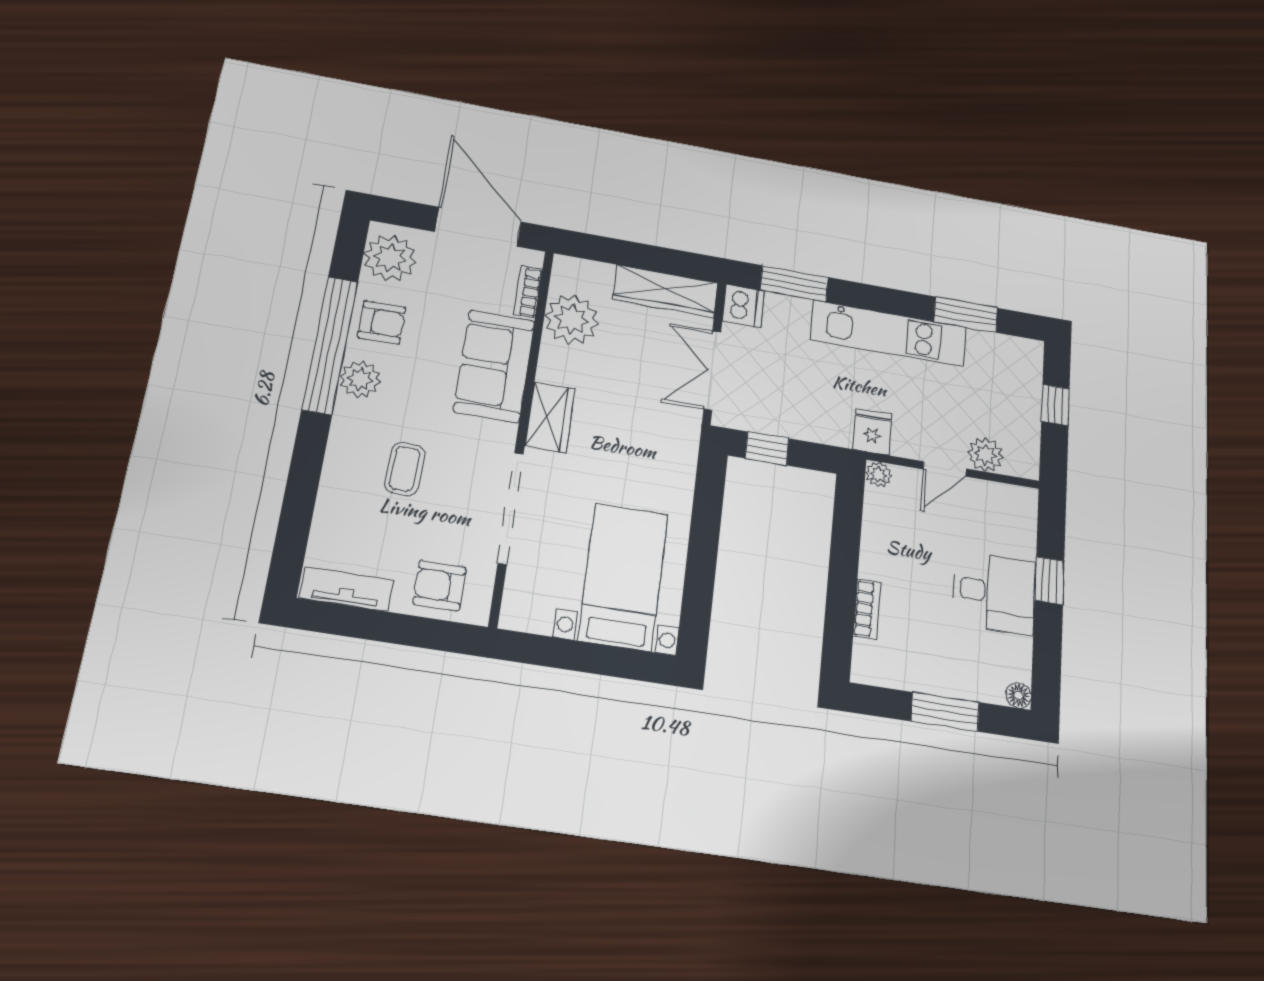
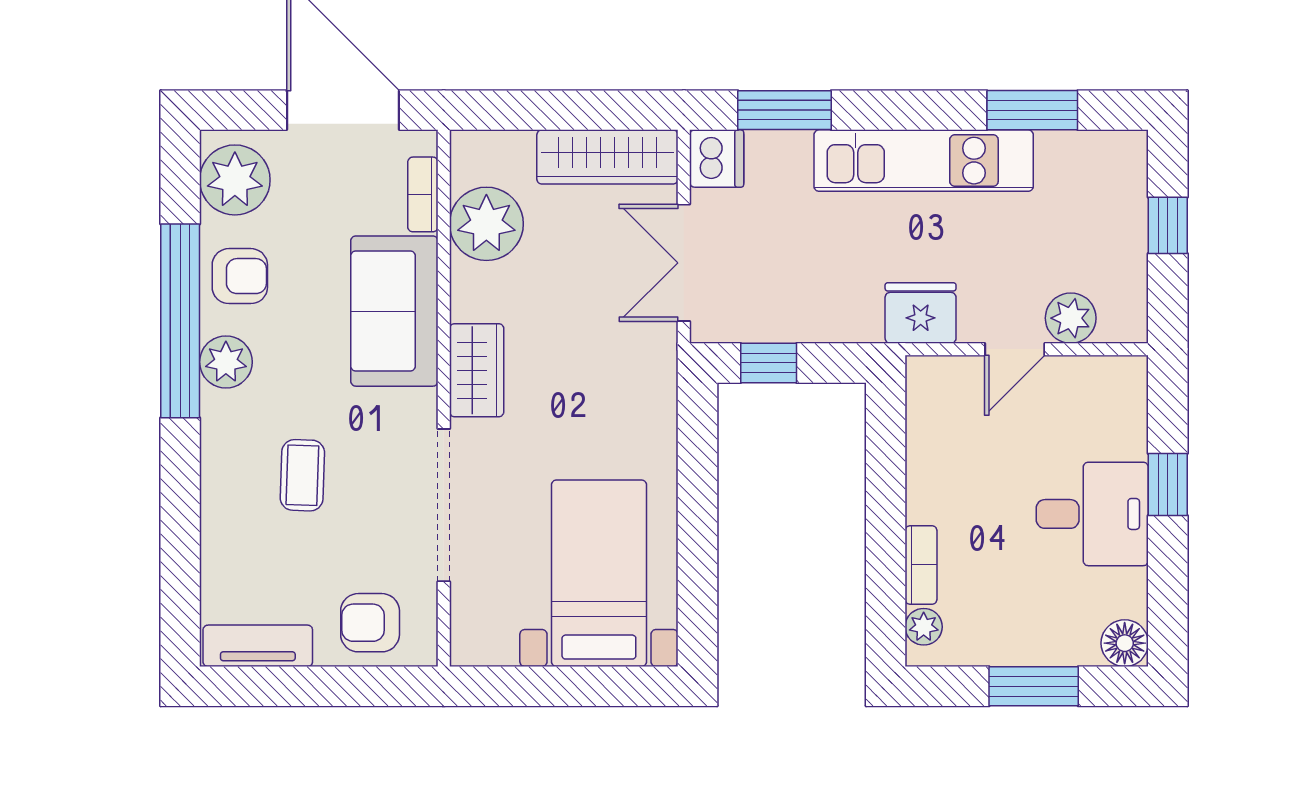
fridge: (872, 432) -> (921, 313), width x1.38
plant: (879, 475) -> (924, 627), moved
floor lamp: (1018, 695) -> (1125, 643), width x1.37, depth x1.37

